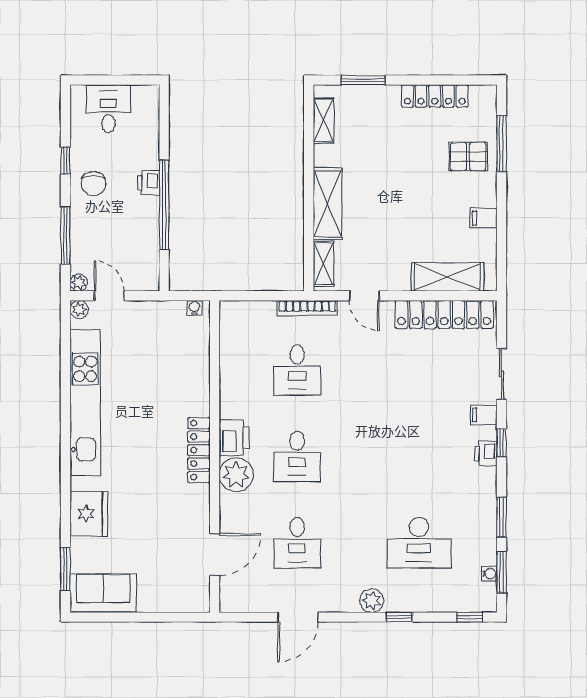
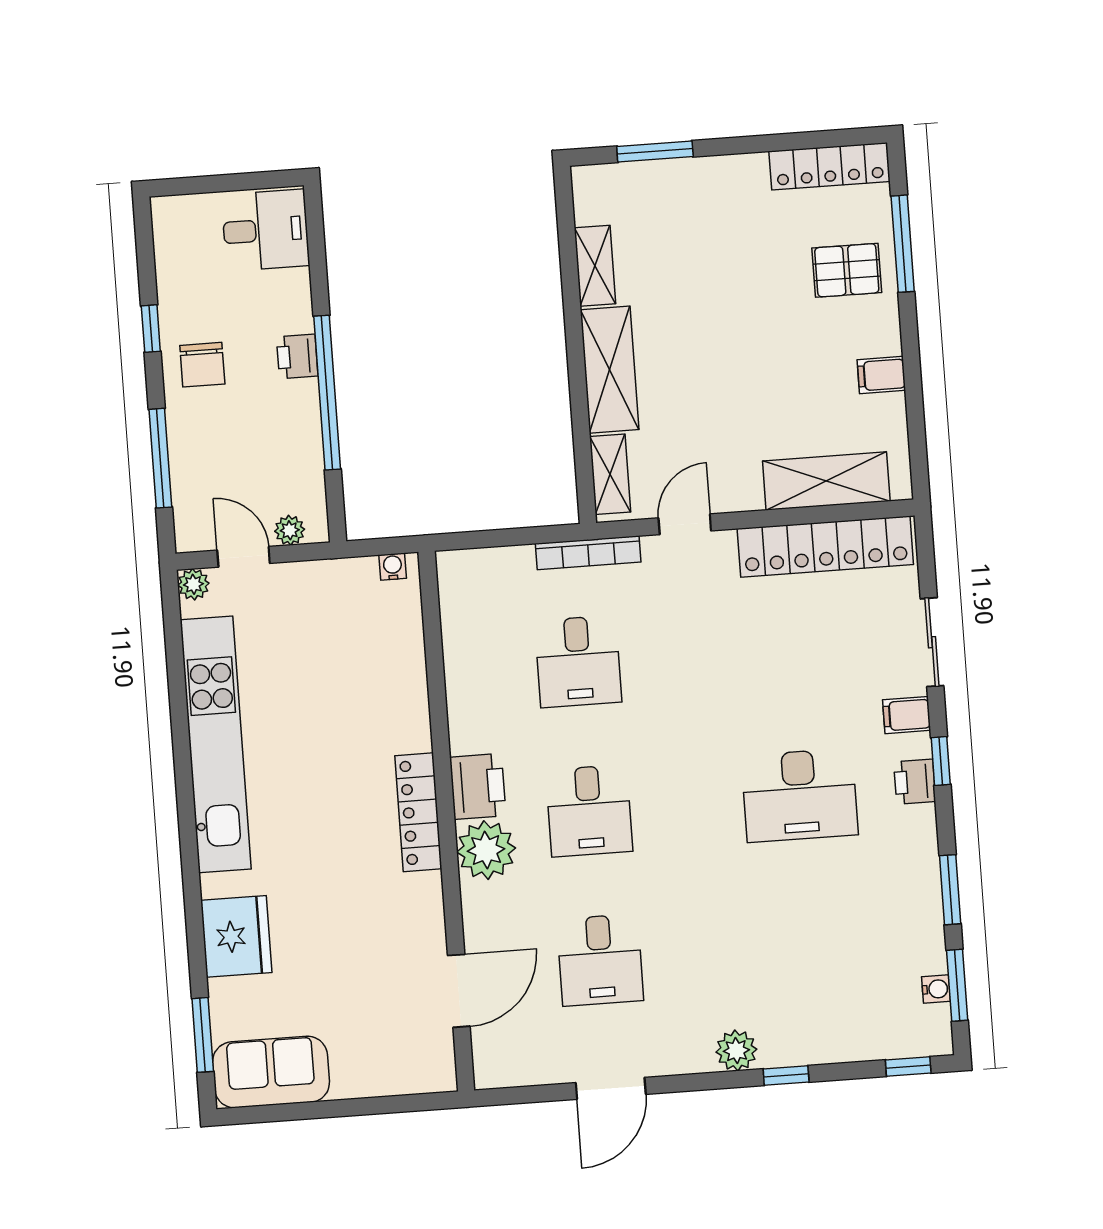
locker: (435, 96) -> (830, 166), moved
desk: (108, 109) -> (265, 230), moved, turned 90
shelving: (324, 120) -> (595, 266), moved
plant: (79, 283) -> (290, 530), moved
door: (364, 296) -> (685, 524), swing flipped
desk: (419, 543) -> (800, 795), moved

